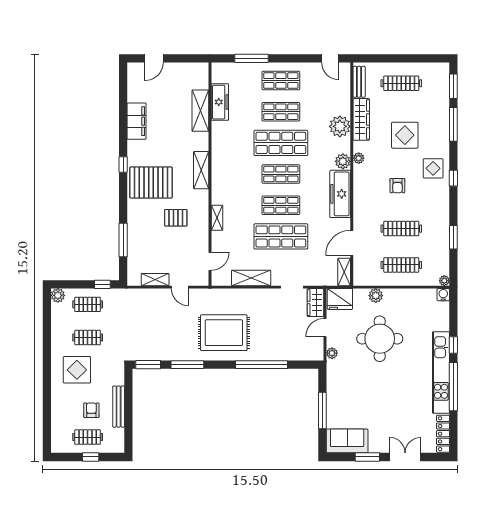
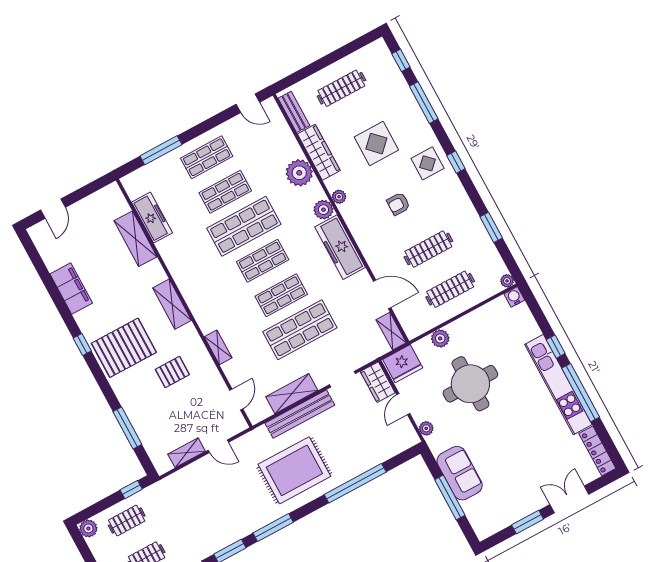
window: (453, 86) -> (401, 60), width x0.67
armchair: (397, 186) -> (398, 204), turned 90
door: (352, 243) -> (382, 294), swing flipped
bench: (249, 295) -> (300, 414), added
sofa: (347, 441) -> (460, 473), moved, turned 90

